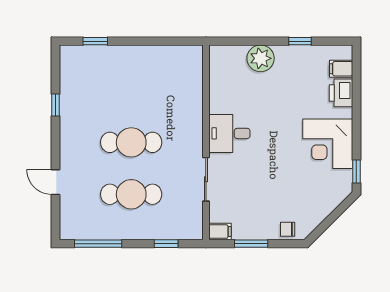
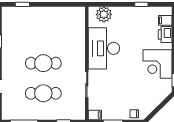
plant: (261, 58) -> (104, 14), moved
desk: (229, 133) -> (104, 48), width x1.87, depth x1.30

